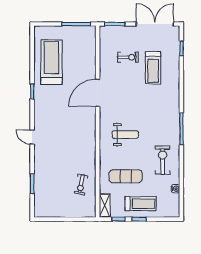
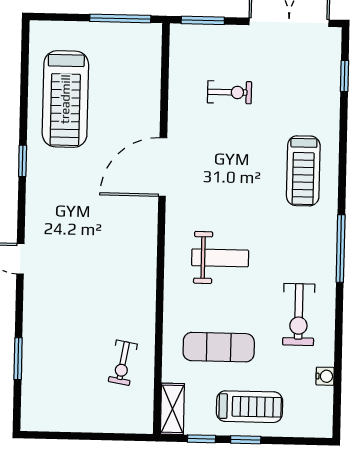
treadmill: (51, 62) -> (65, 99), turned 180
treadmill: (153, 68) -> (303, 171), moved
exercise bike: (163, 160) -> (299, 315), turned 180

